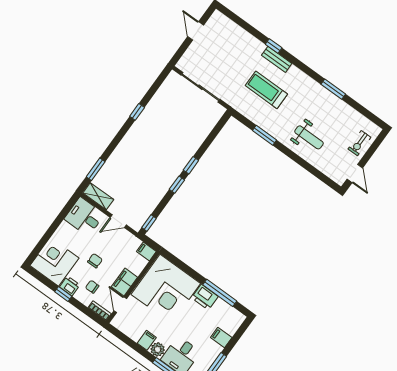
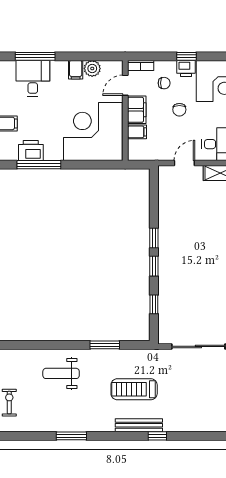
bench: (277, 59) -> (139, 425), width x1.36
treadmill: (266, 90) -> (134, 389), turned 180
window: (149, 223) -> (154, 304), moved
filing cabinet: (146, 251) -> (137, 132), moved
printer: (205, 297) -> (31, 151), moved
door: (120, 305) -> (125, 85), swing flipped
plant: (158, 349) -> (92, 68), moved

